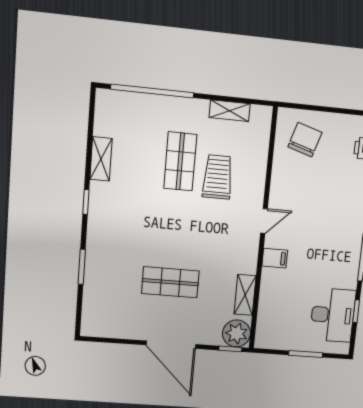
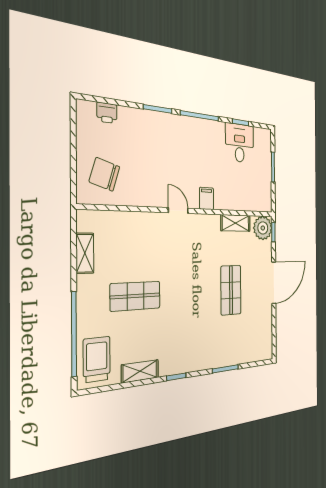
trolley: (218, 177) -> (97, 359), moved, turned 90
desk: (333, 315) -> (240, 143), width x0.73

